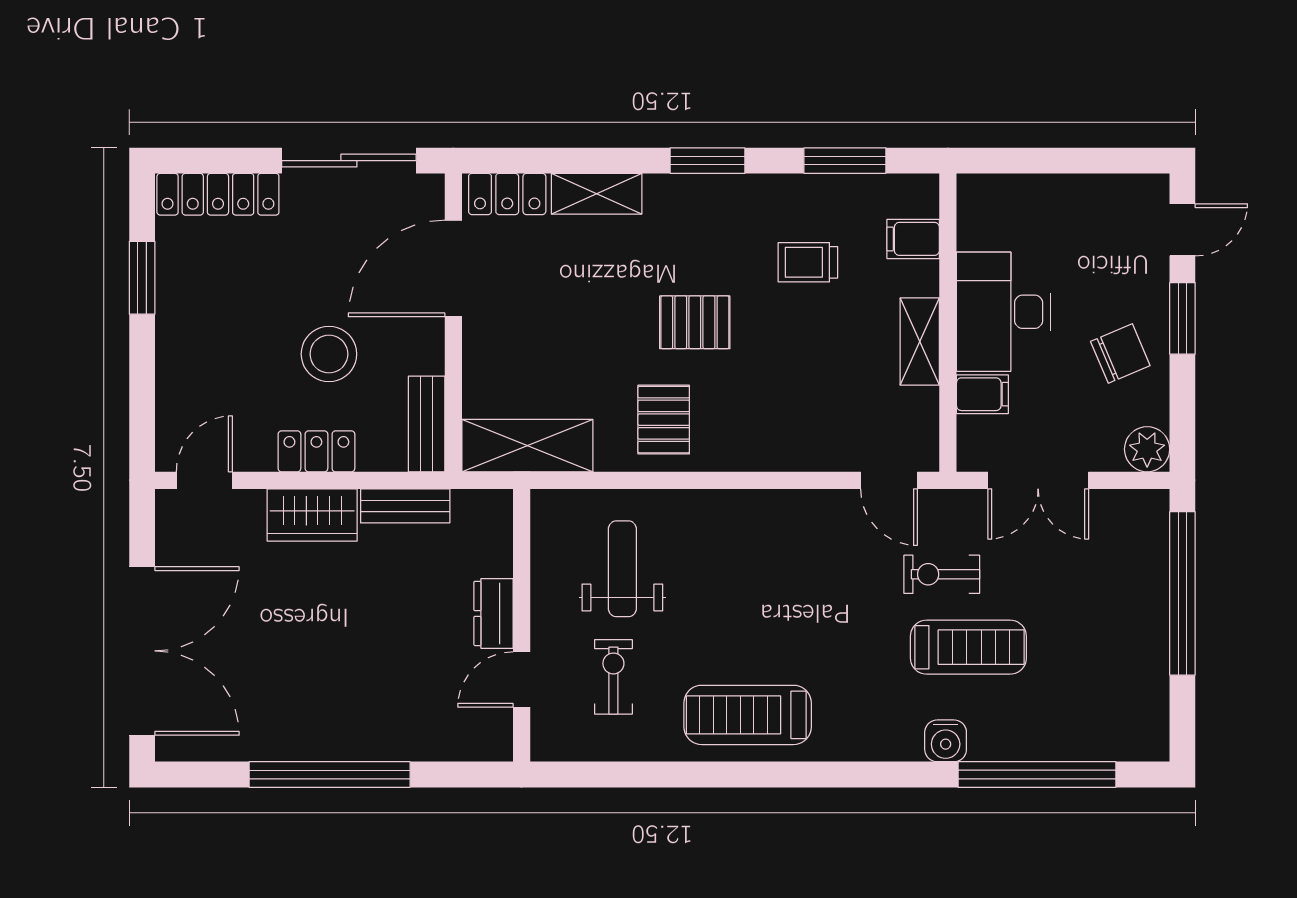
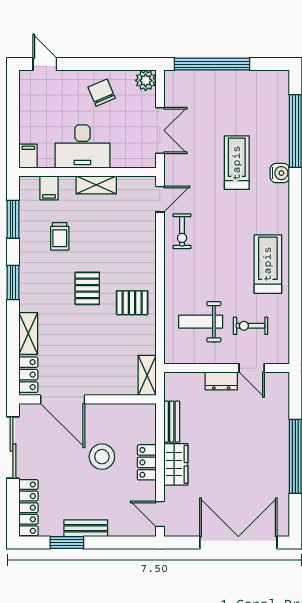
window: (1182, 318) -> (86, 64), removed
filing cabinet: (982, 394) -> (28, 156), moved
bench: (427, 424) -> (86, 528), moved
shelving: (527, 446) -> (147, 375), width x0.67, depth x0.75
exercise bike: (942, 574) -> (182, 231), moved
treadmill: (748, 715) -> (268, 264), turned 180

